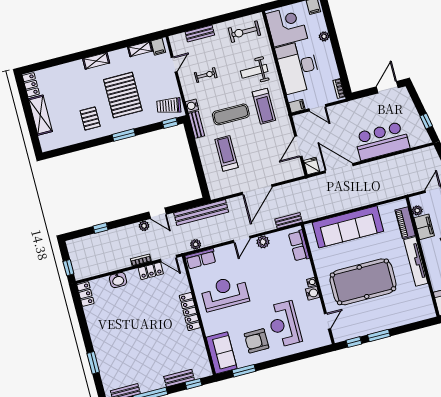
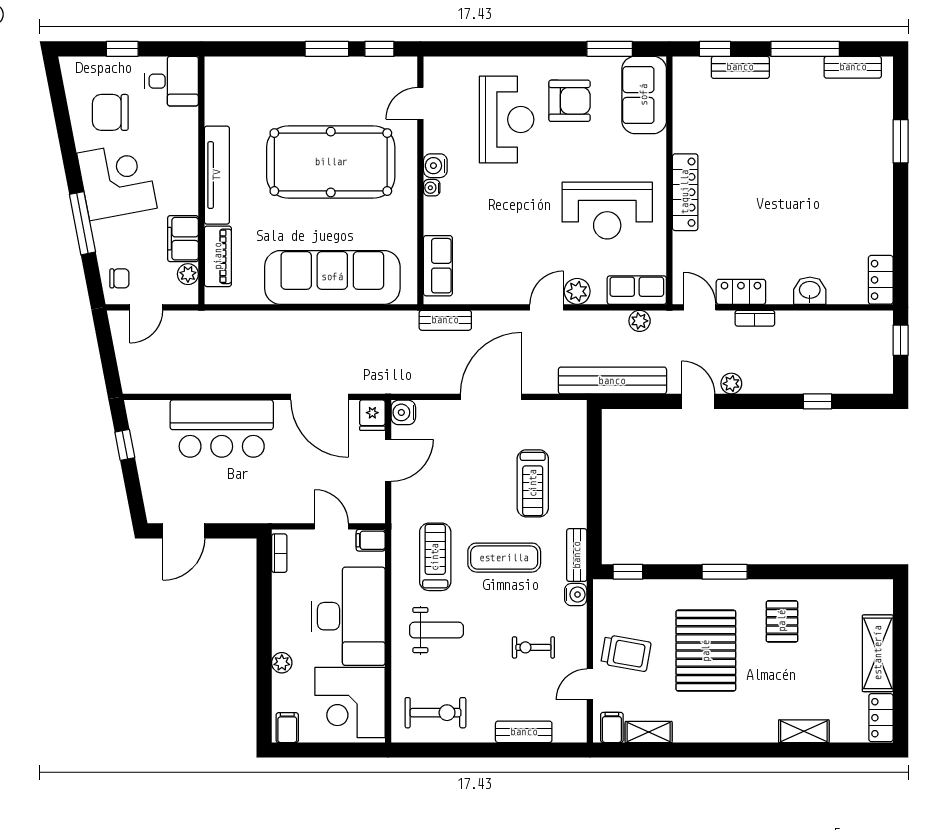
shelving: (96, 61) -> (804, 731), moved
trolley: (169, 106) -> (626, 653), moved
water cooler: (297, 171) -> (403, 412), added
plant: (263, 242) -> (577, 291), moved

